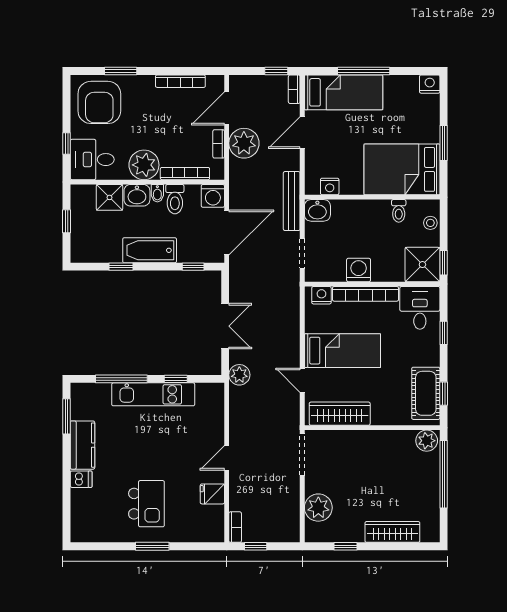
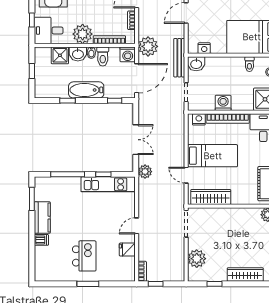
plant: (244, 143) -> (148, 46), moved
kitchen unit: (153, 394) -> (108, 184), moved

